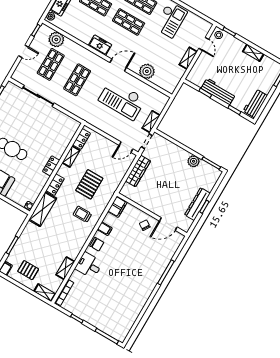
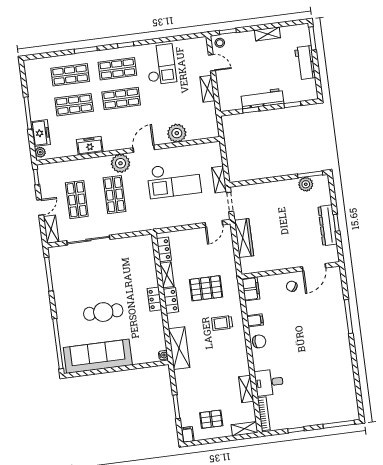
plant: (56, 39) -> (120, 163), moved
freezer: (100, 45) -> (90, 146), moved
shelving: (20, 71) -> (51, 229), added
workbench: (255, 103) -> (305, 63), moved
plant: (194, 161) -> (306, 184), moved
pallet: (89, 184) -> (206, 288), turned 90
locker: (55, 185) -> (171, 300), moved
desk: (89, 265) -> (269, 382), moved

